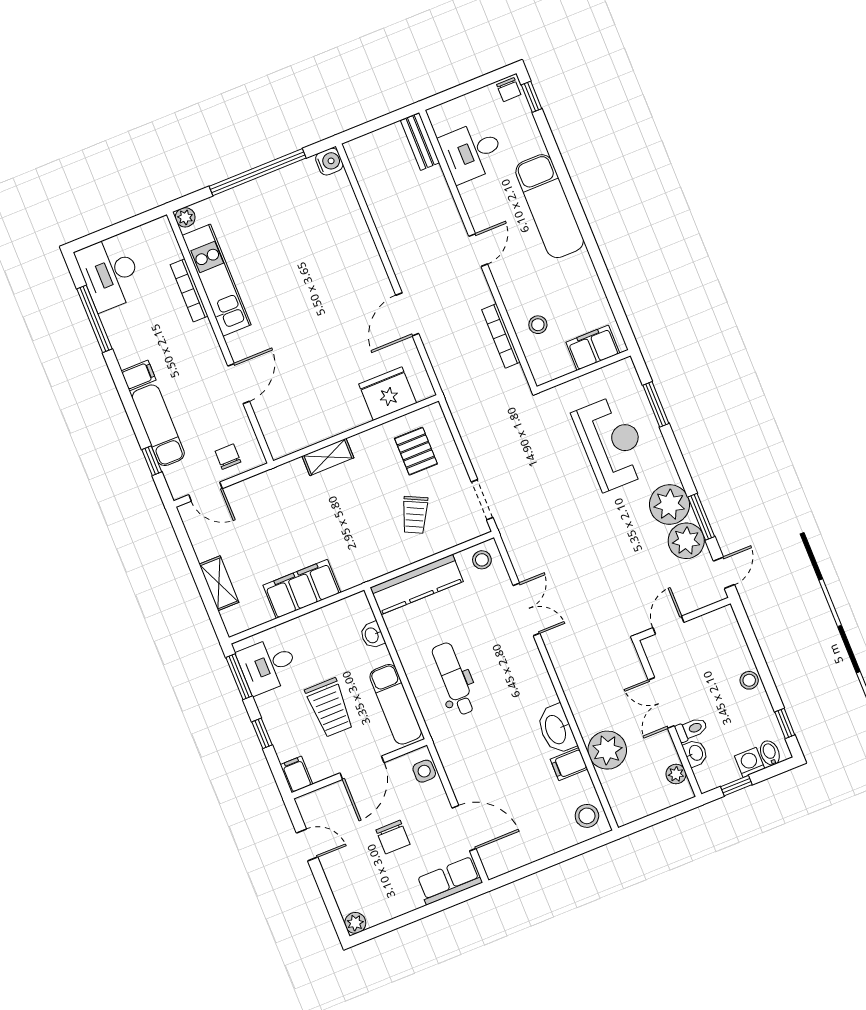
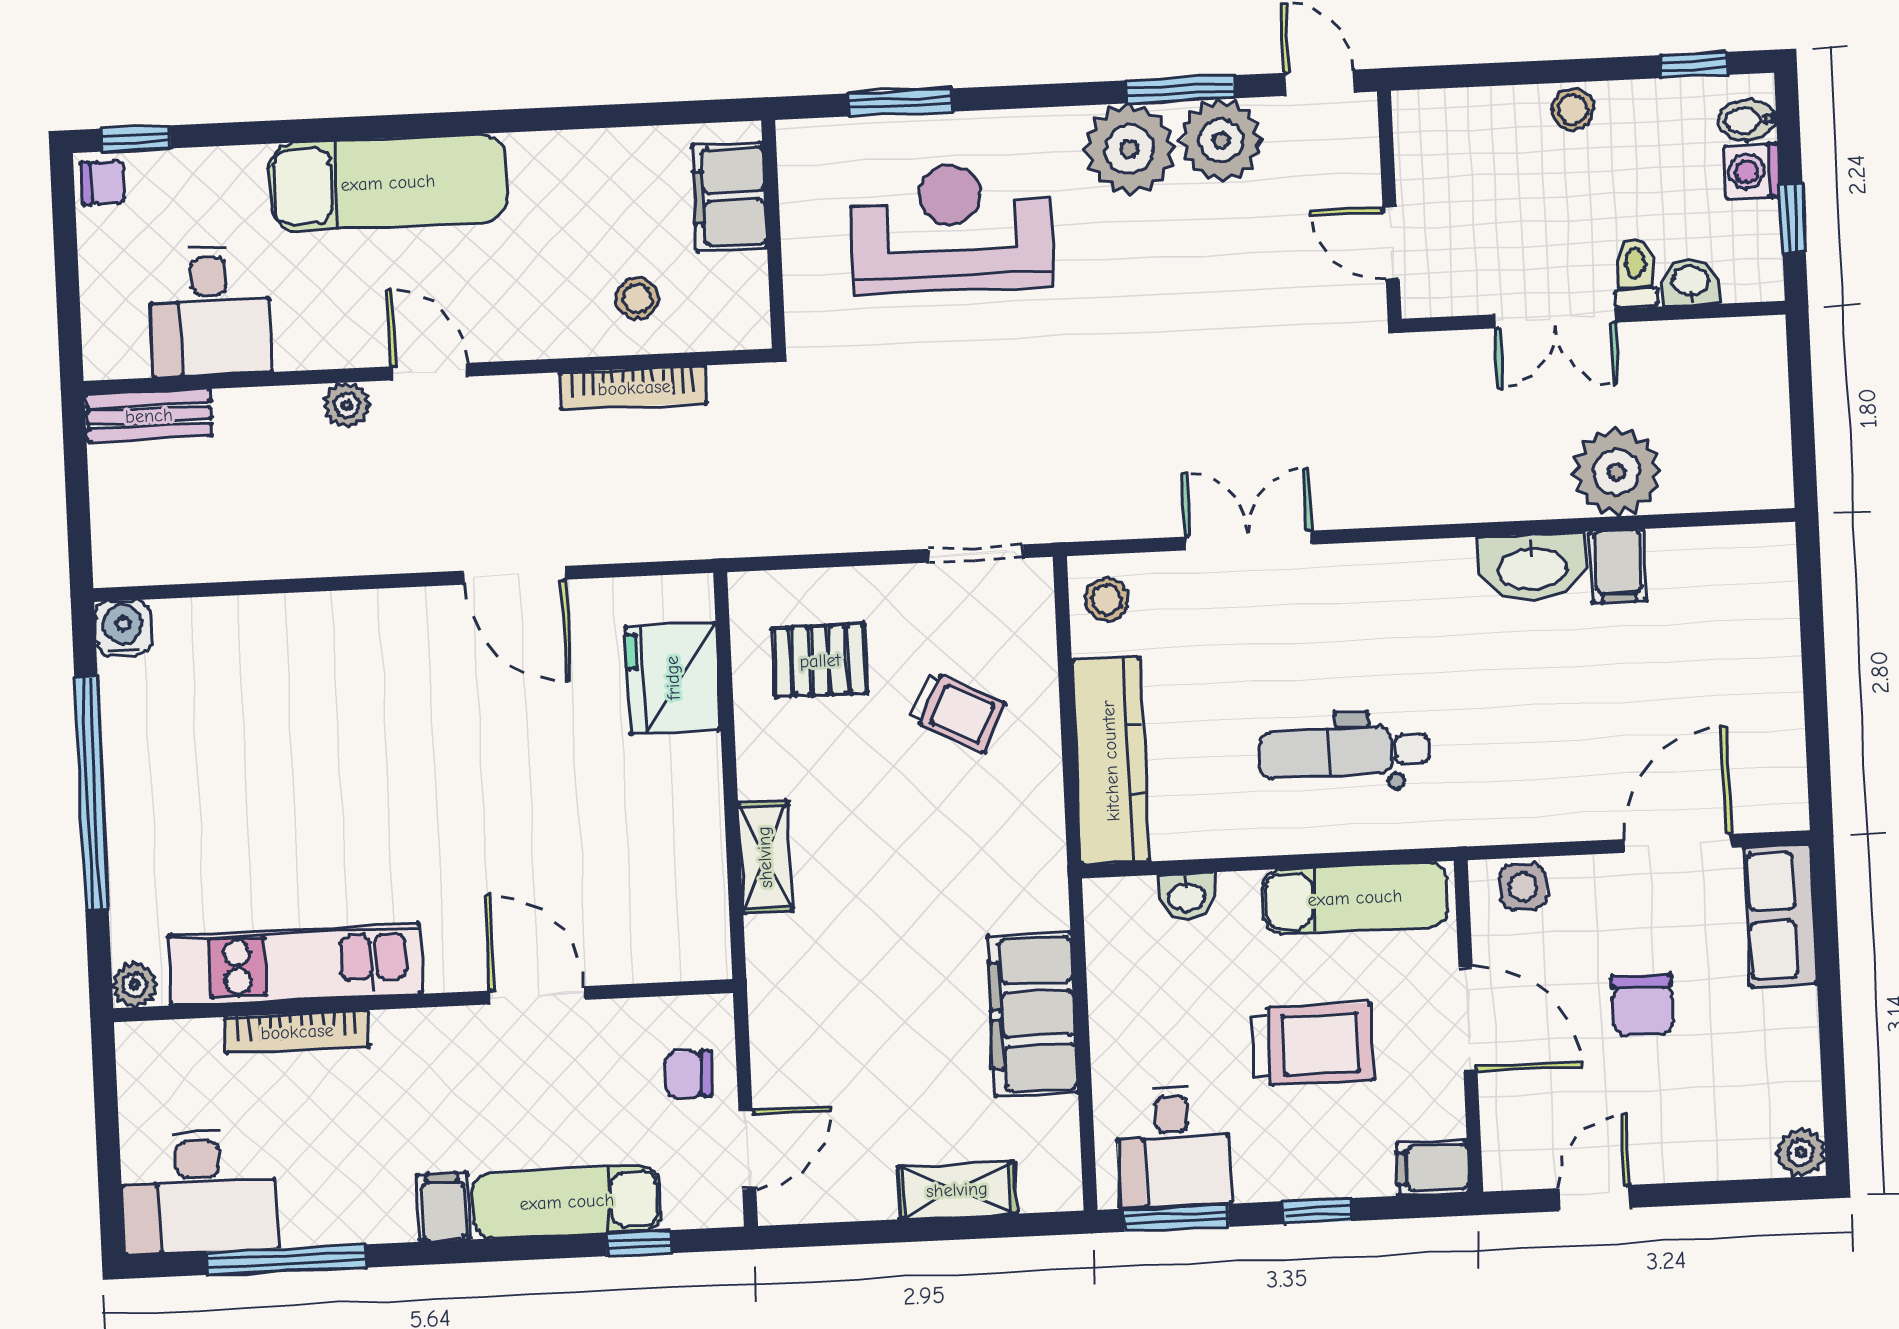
plant: (676, 774) -> (347, 405), moved
stool: (587, 816) -> (1744, 566), removed
chair: (393, 837) -> (1643, 1005), turned 90

